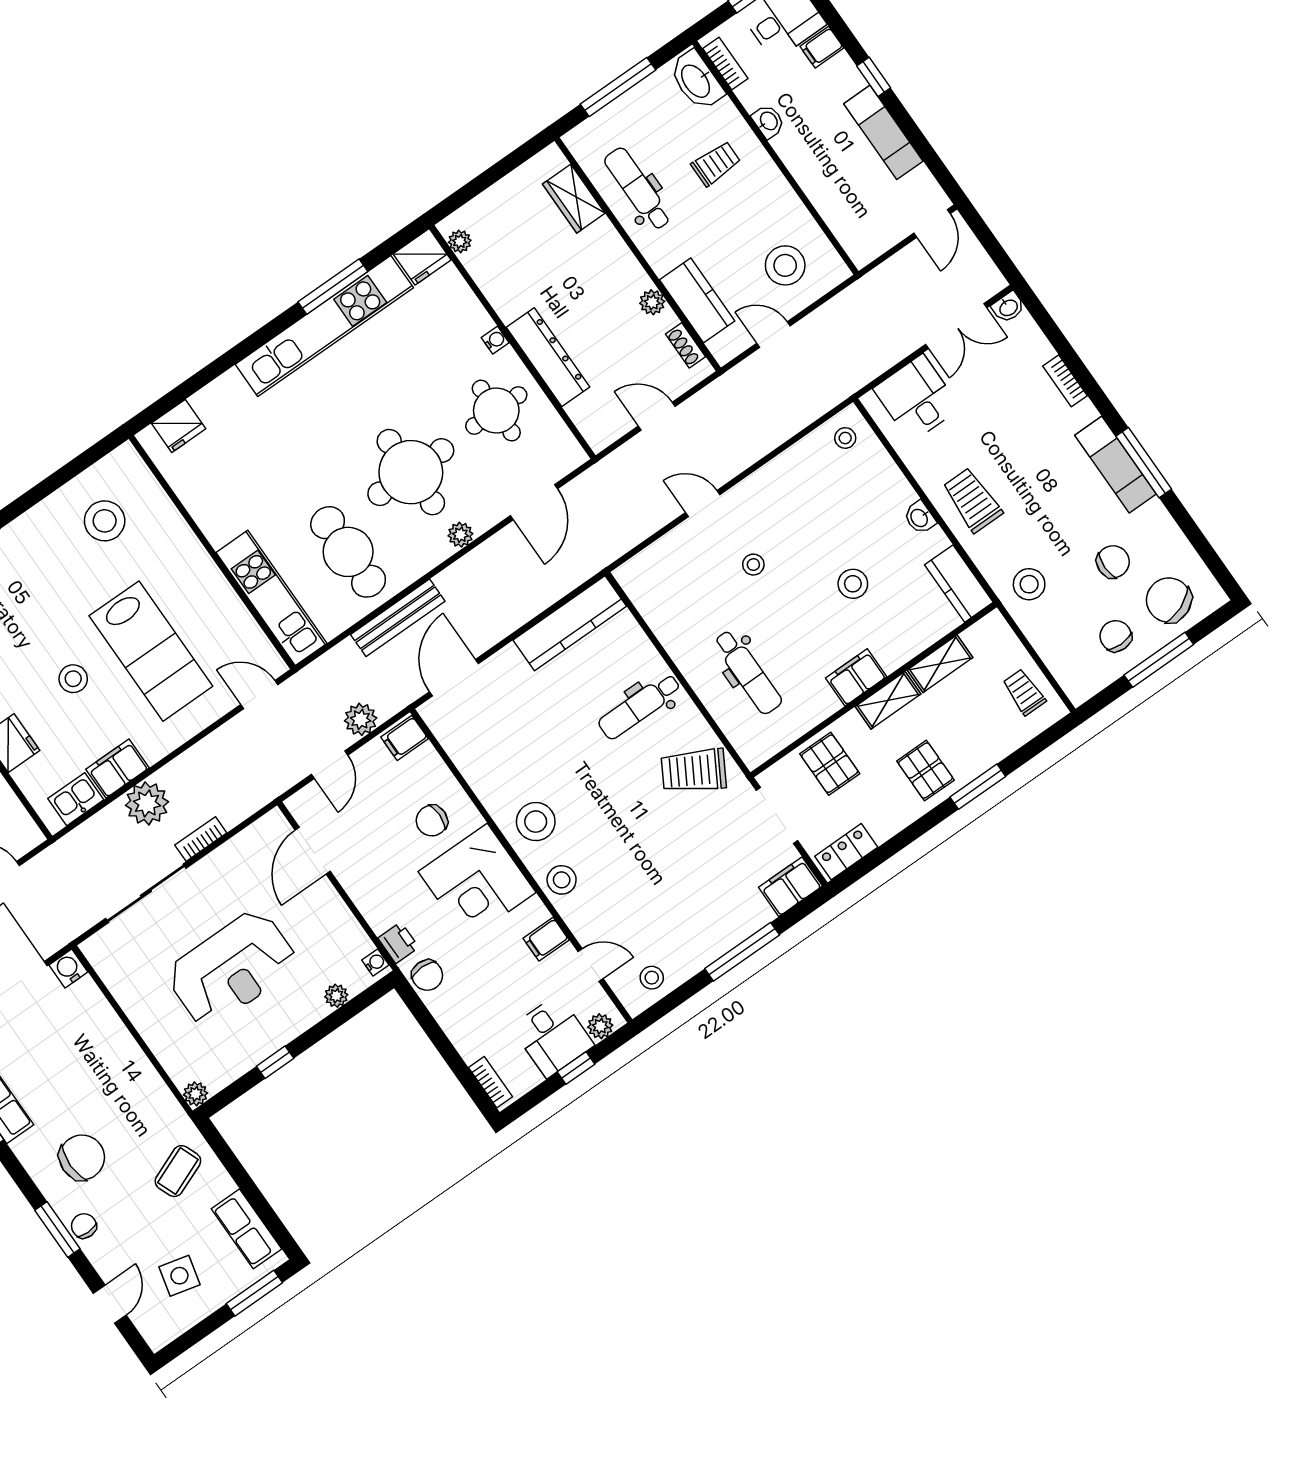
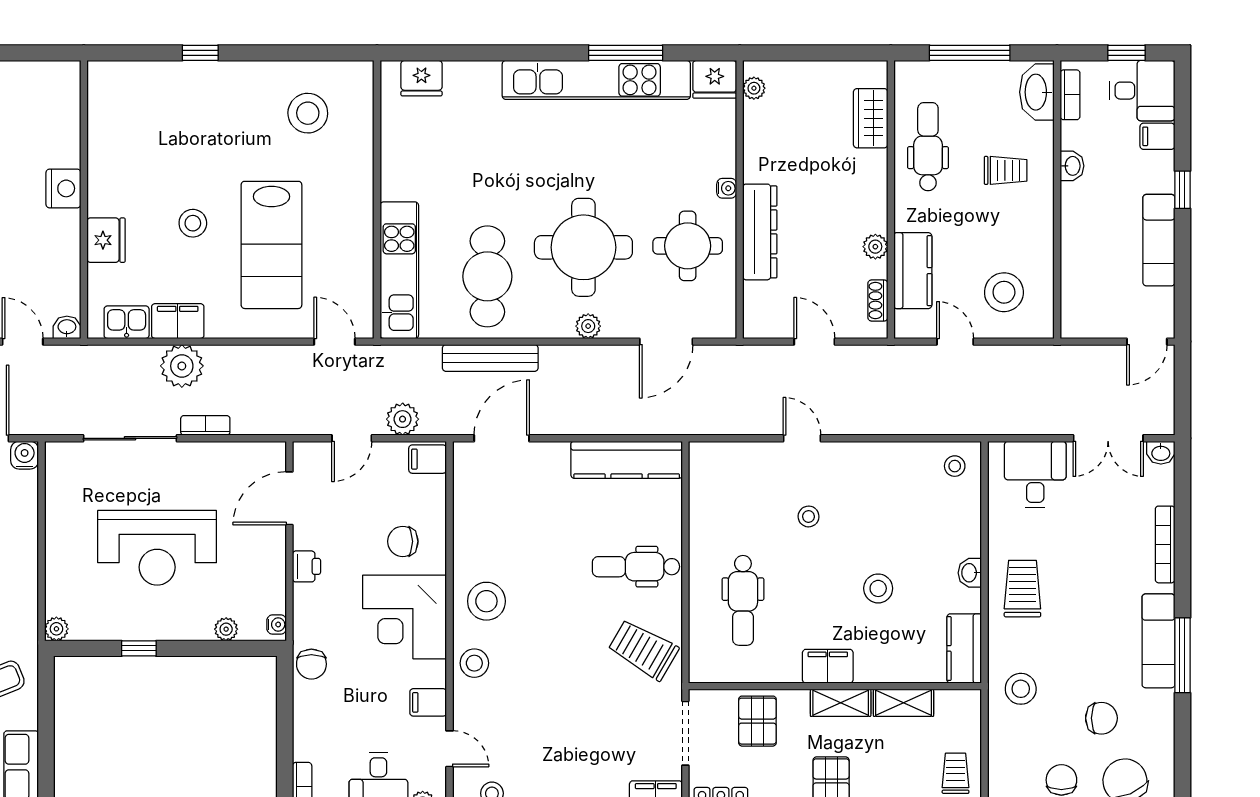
bookcase: (1065, 381) -> (1165, 544), width x1.56
washbasin: (29, 838) -> (67, 327), added
printer: (398, 943) -> (306, 566), moved

